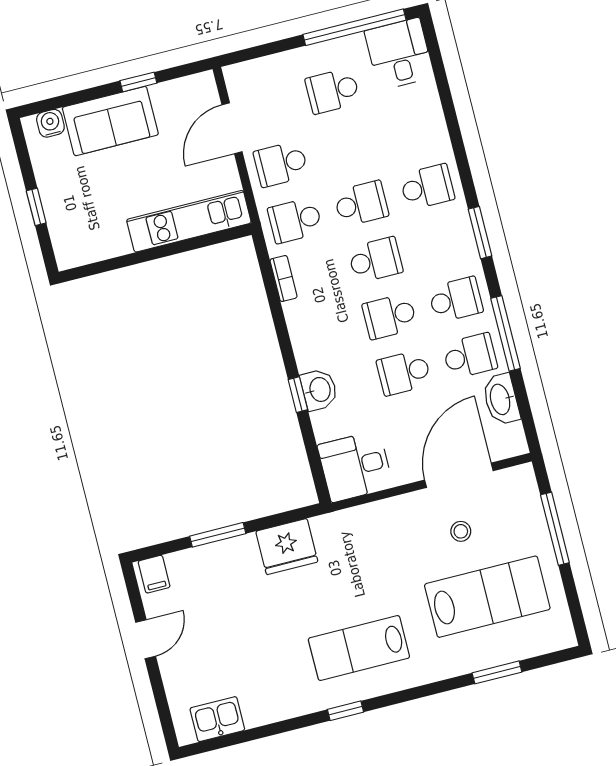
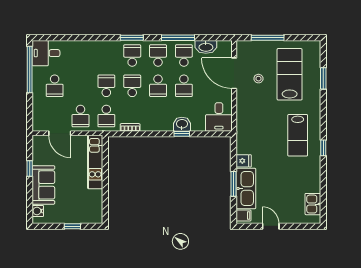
school desk: (427, 187) -> (132, 56), moved
fridge: (287, 547) -> (244, 161), width x0.53, depth x0.75
kitchen sink: (214, 564) -> (246, 189), added

